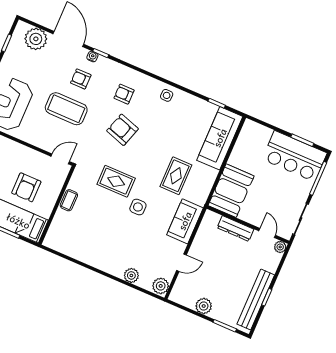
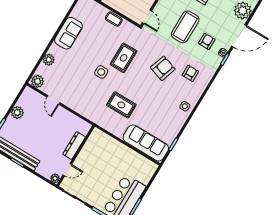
booth: (231, 191) -> (104, 146), removed
sofa: (185, 221) -> (68, 33), moved, turned 90

